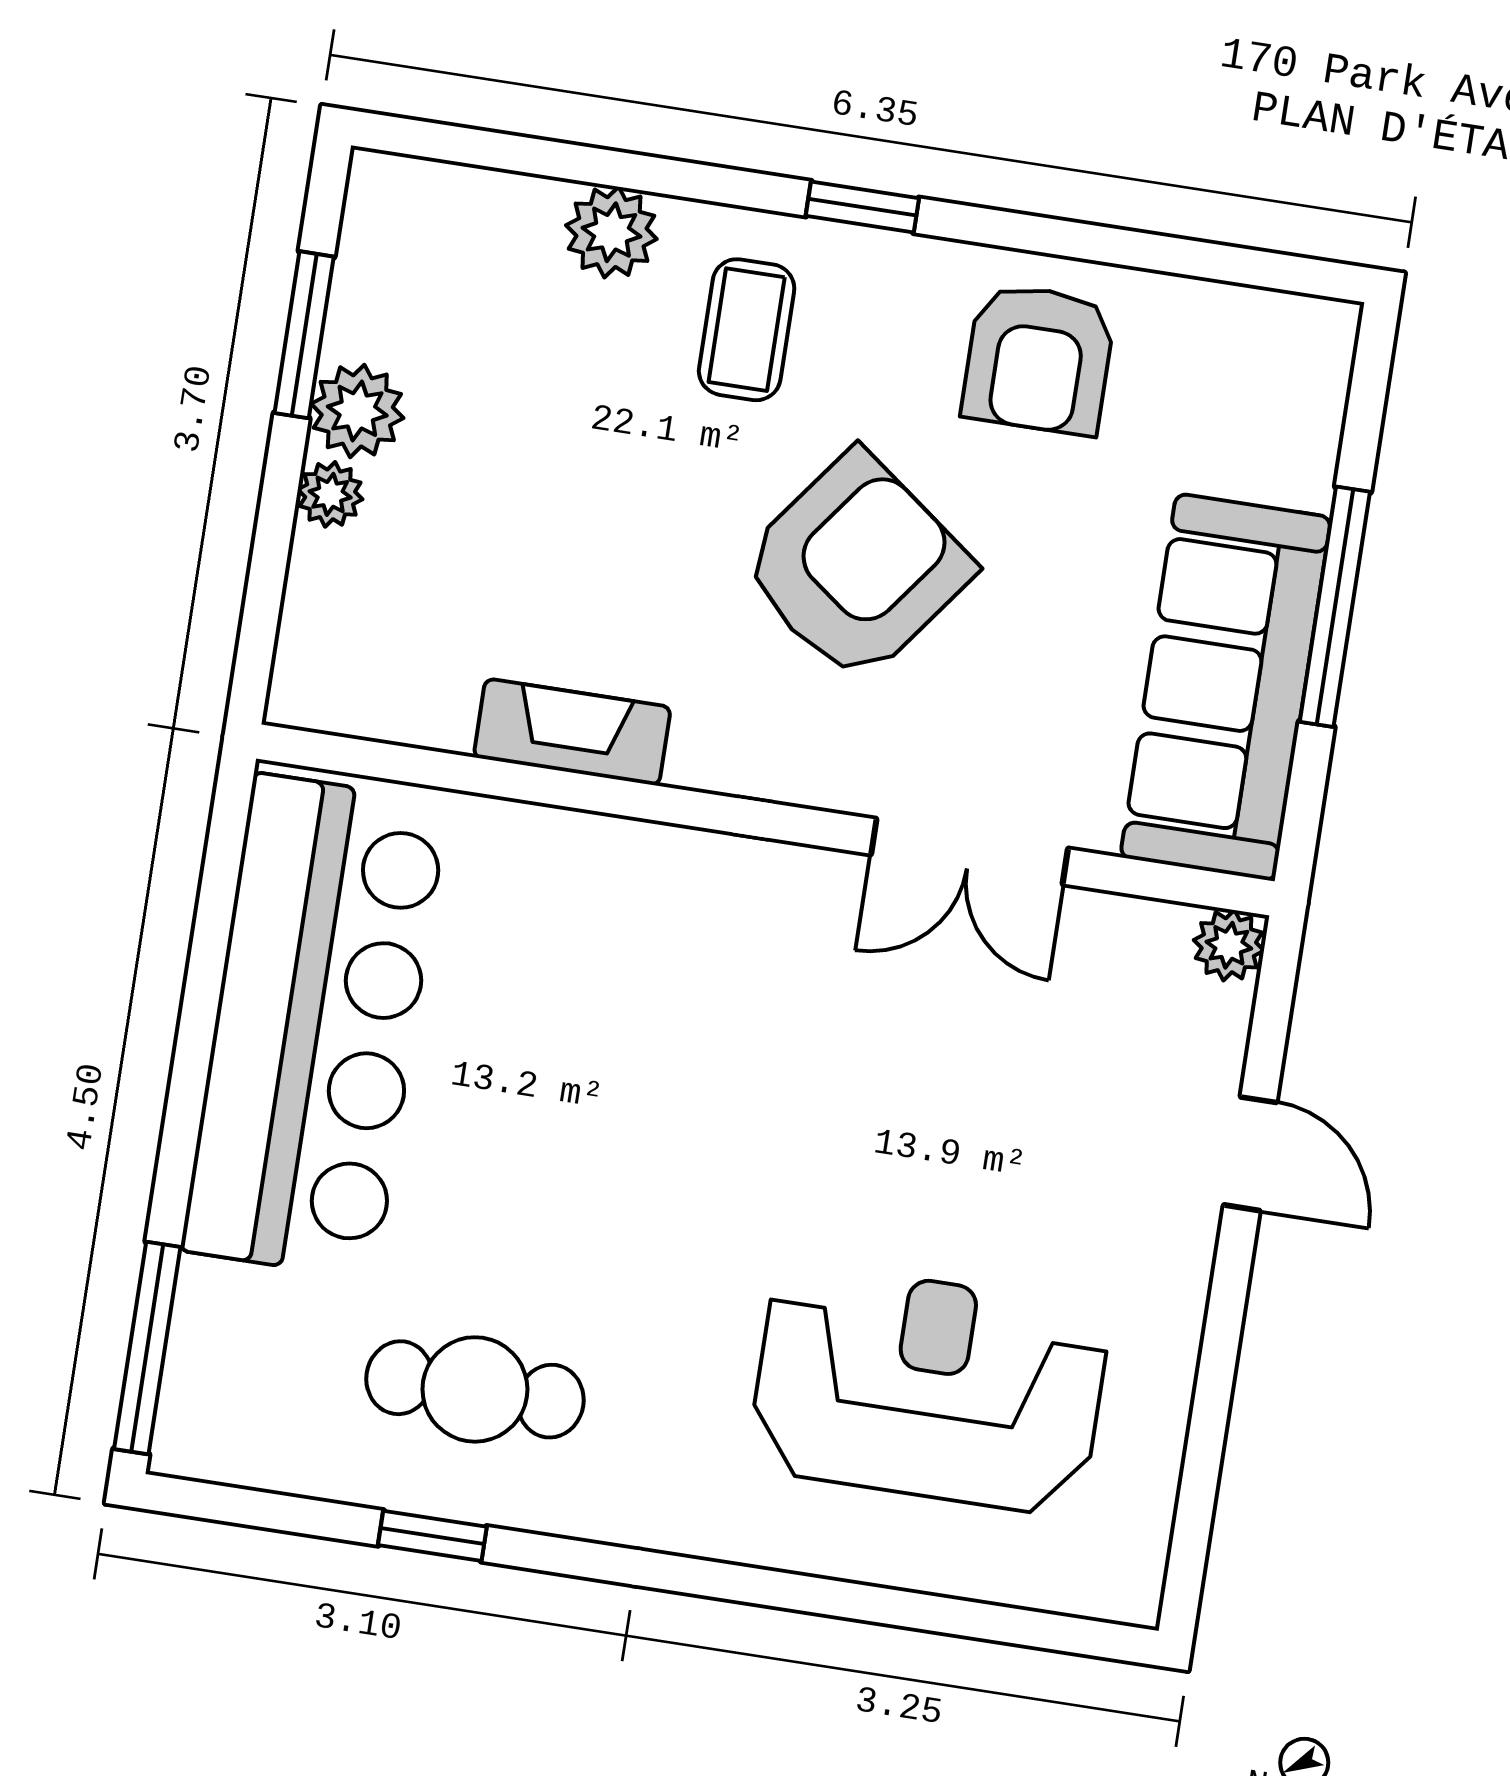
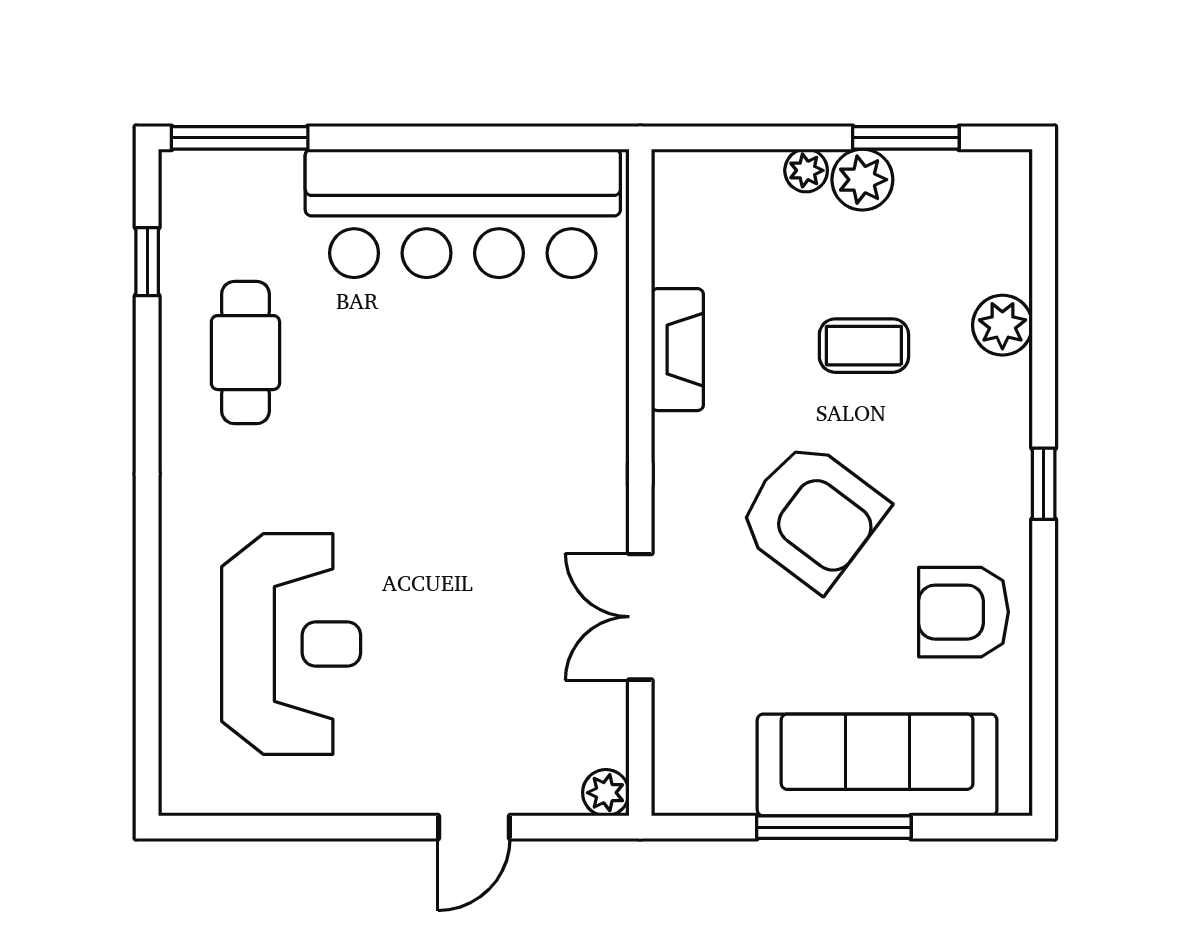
coffee table: (747, 330) -> (864, 346), moved
sofa: (1226, 687) -> (877, 765), moved
window: (432, 1536) -> (147, 262), moved

